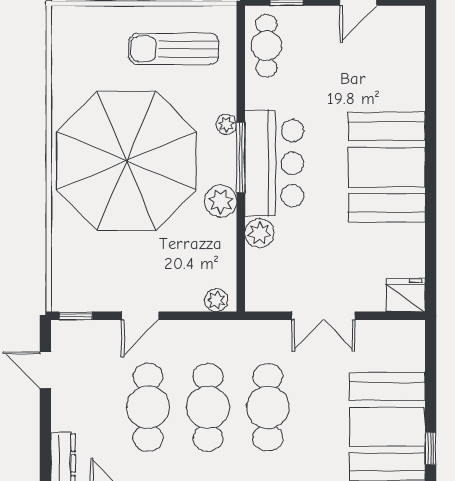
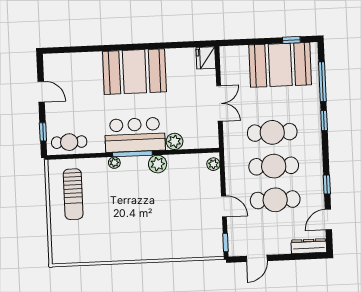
parasol: (127, 161) -> (137, 218), removed

